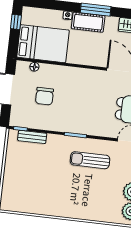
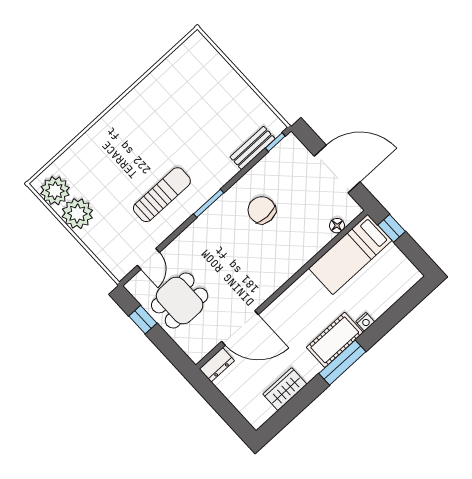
window: (16, 22) -> (392, 228), moved
bed: (43, 44) -> (350, 254), width x0.67
chair: (44, 96) -> (262, 210), moved

